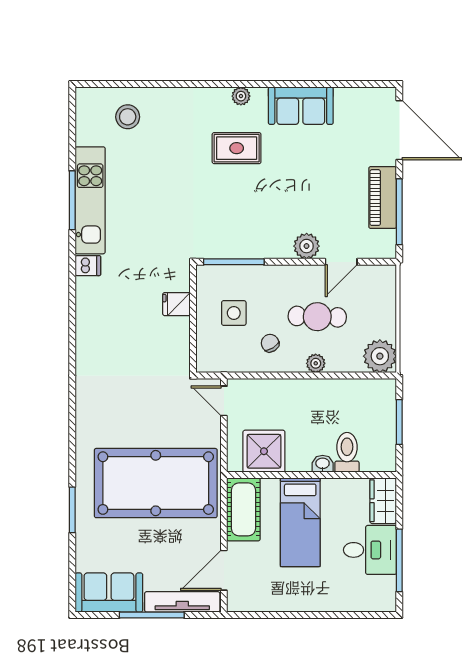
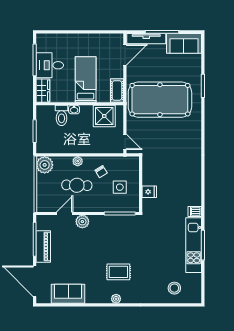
sofa: (301, 106) -> (68, 294), moved
cot: (243, 509) -> (117, 90), width x0.73, depth x0.75

